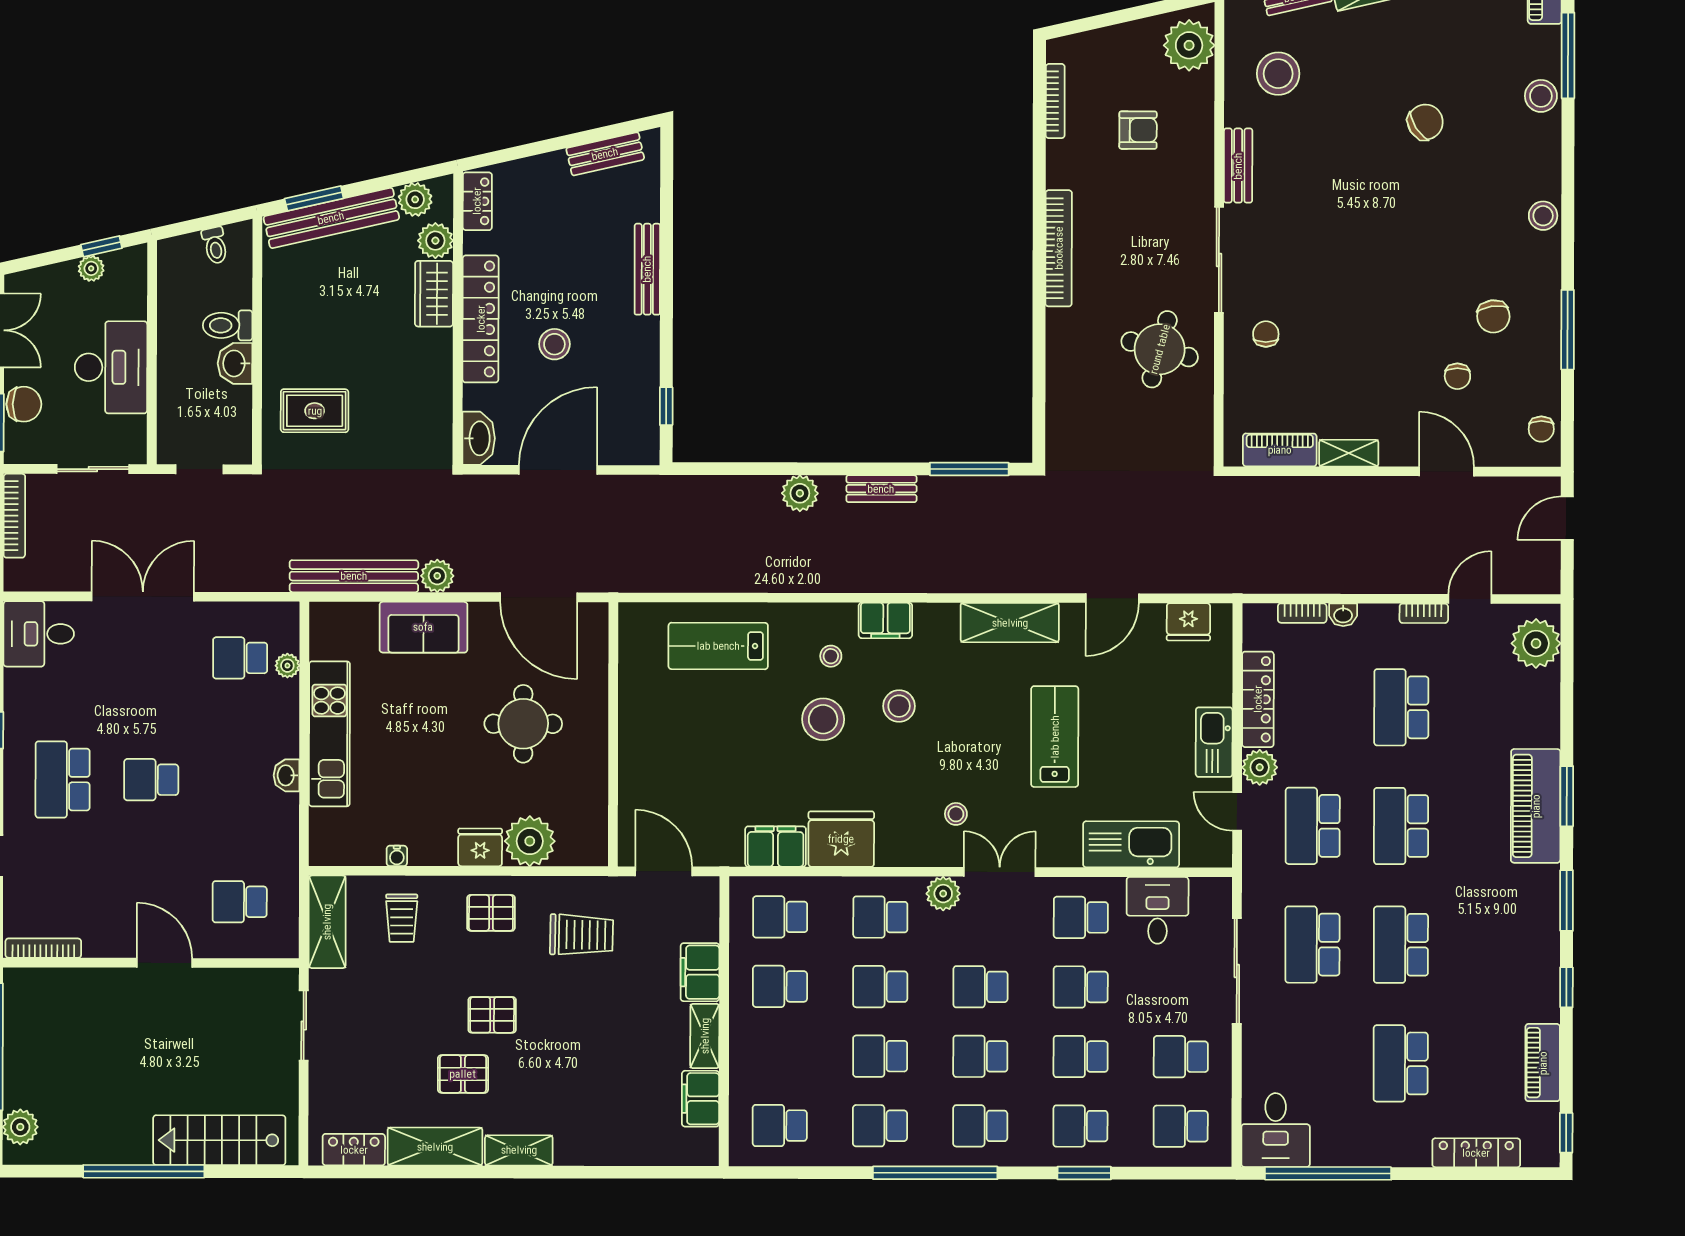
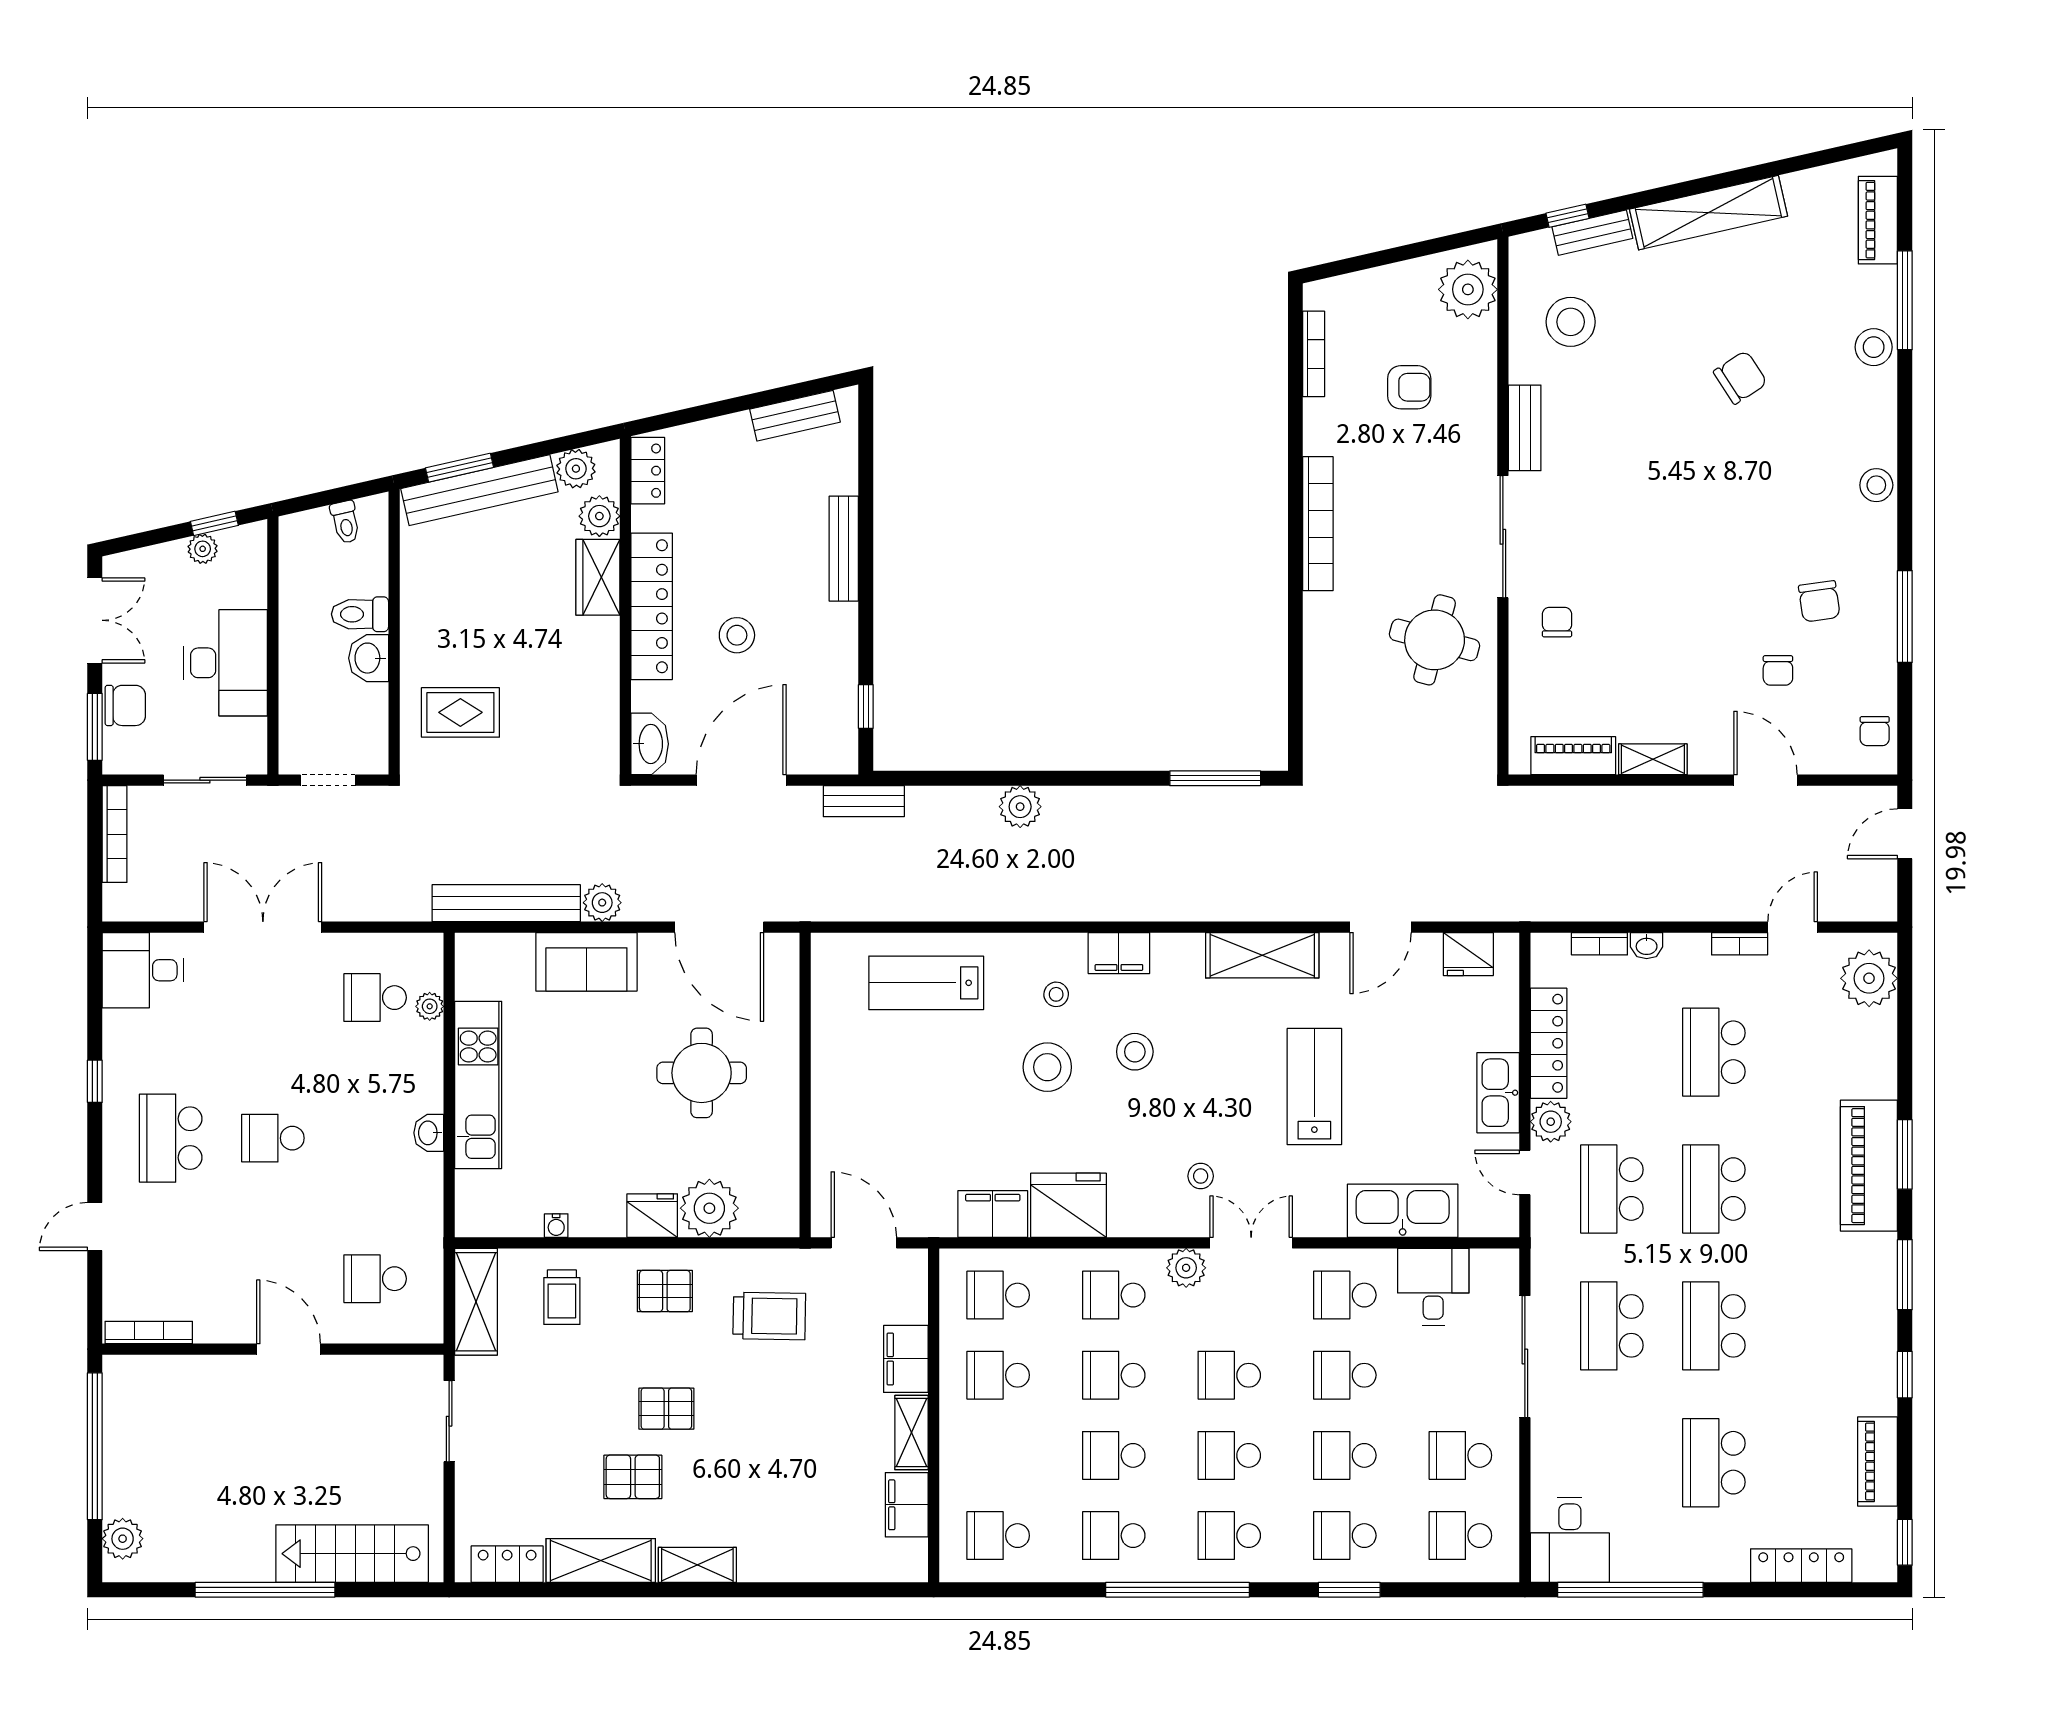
bench: (881, 489) -> (864, 801), moved

